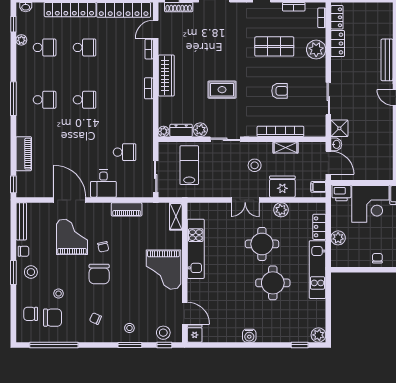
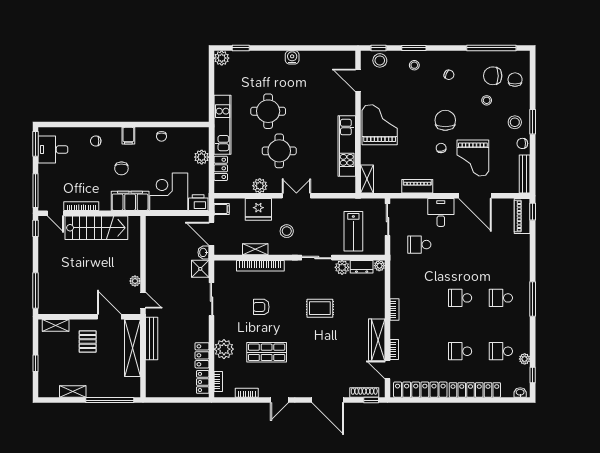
door: (156, 29) -> (388, 370), swing flipped
wardrobe: (166, 75) -> (377, 340), moved
piano: (24, 154) -> (522, 216), moved
chair: (31, 314) -> (515, 80), turned -90
fridge: (195, 334) -> (348, 60), removed

